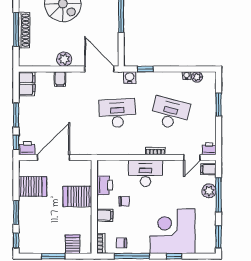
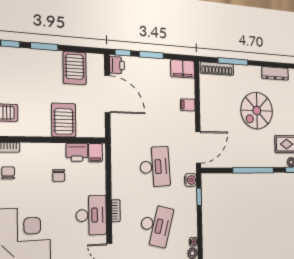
shoe rack: (24, 30) -> (217, 69), moved
plant: (64, 59) -> (207, 110), removed
desk: (145, 173) -> (91, 215), moved
filing cabinet: (105, 215) -> (96, 153), moved

